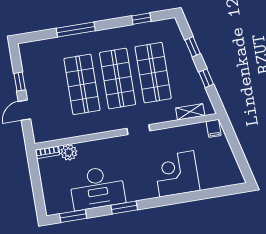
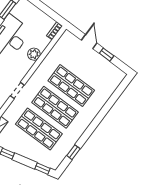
window: (76, 29) -> (103, 112), removed
window: (193, 47) -> (43, 169), moved
plant: (69, 152) -> (34, 54), moved

